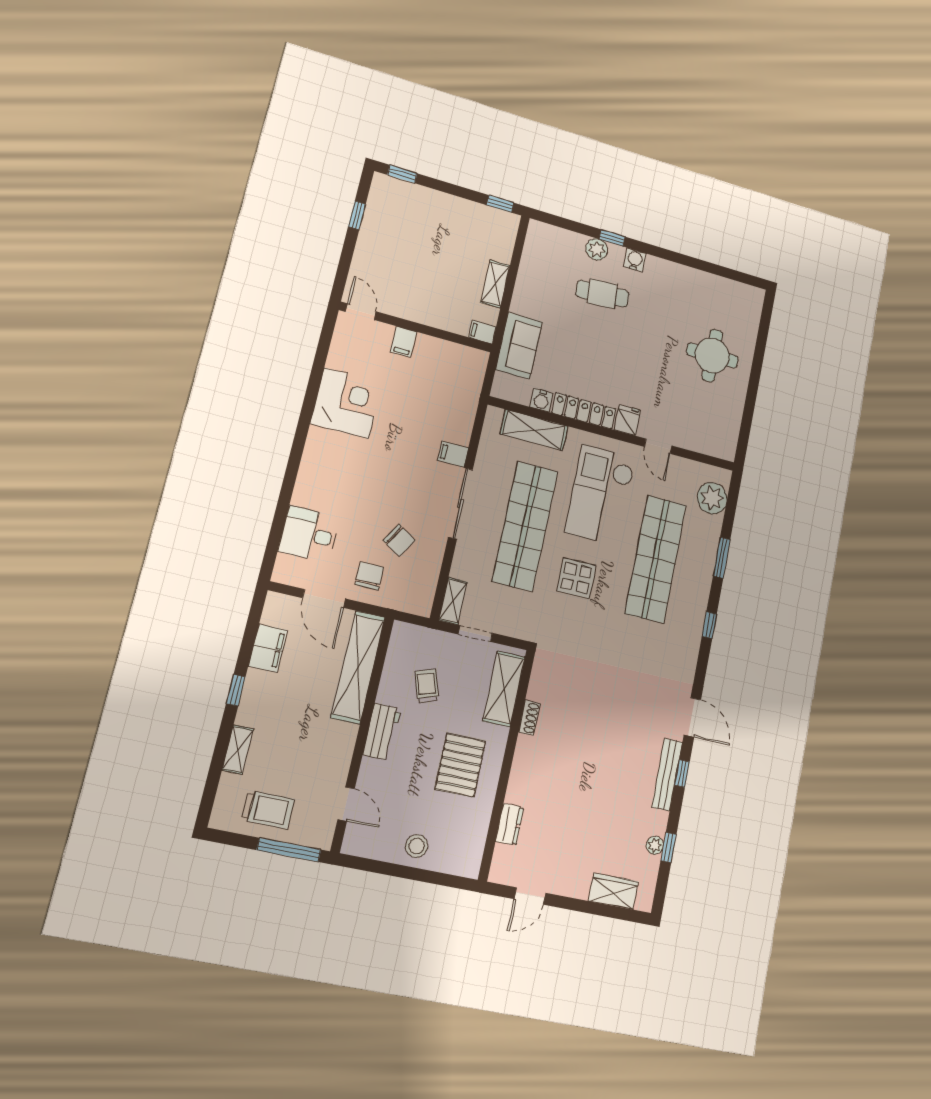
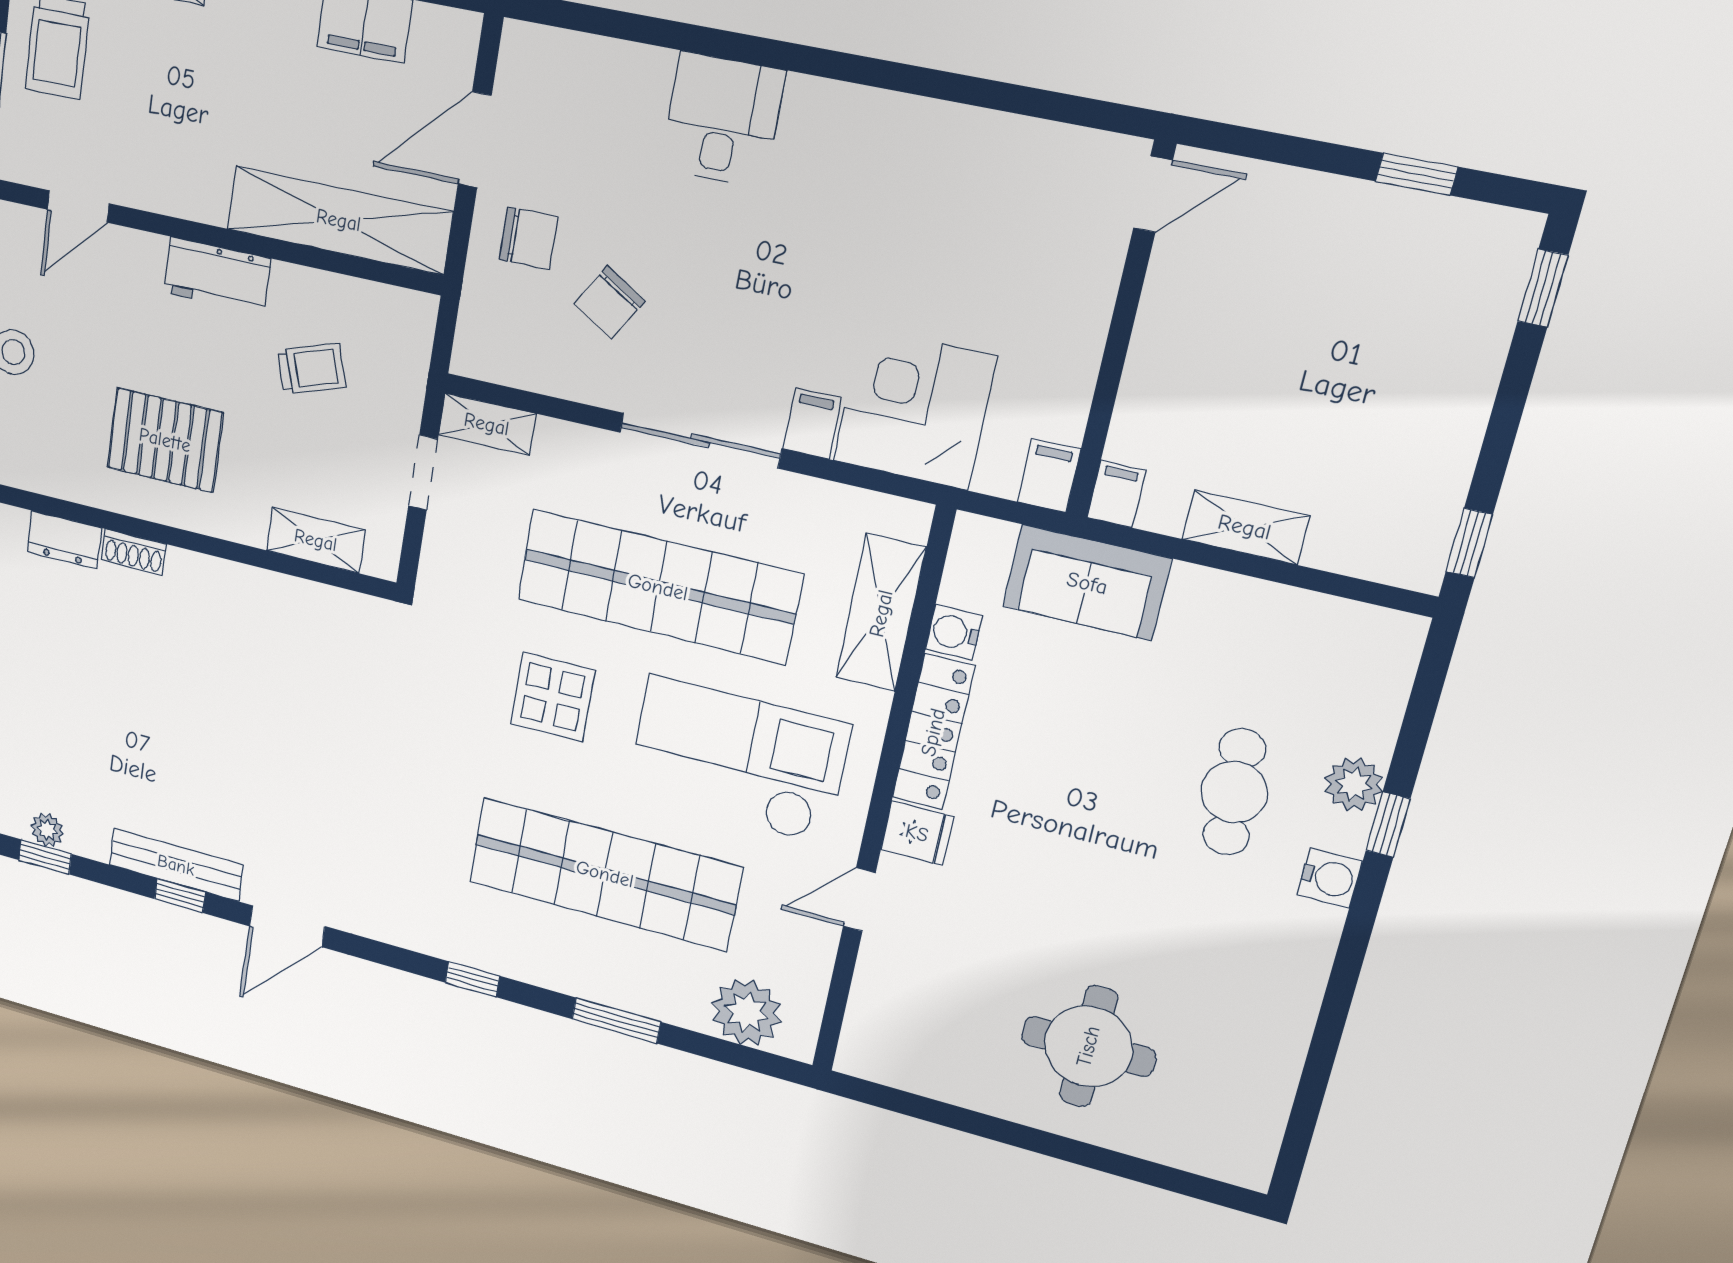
filing cabinet: (403, 342) -> (1049, 476), moved, turned 90
corner desk: (346, 403) -> (914, 409), moved, turned 180
desk: (309, 534) -> (722, 120), moved
shelving: (504, 689) -> (316, 540), width x0.67, depth x0.75
shoe rack: (529, 718) -> (134, 552), moved

